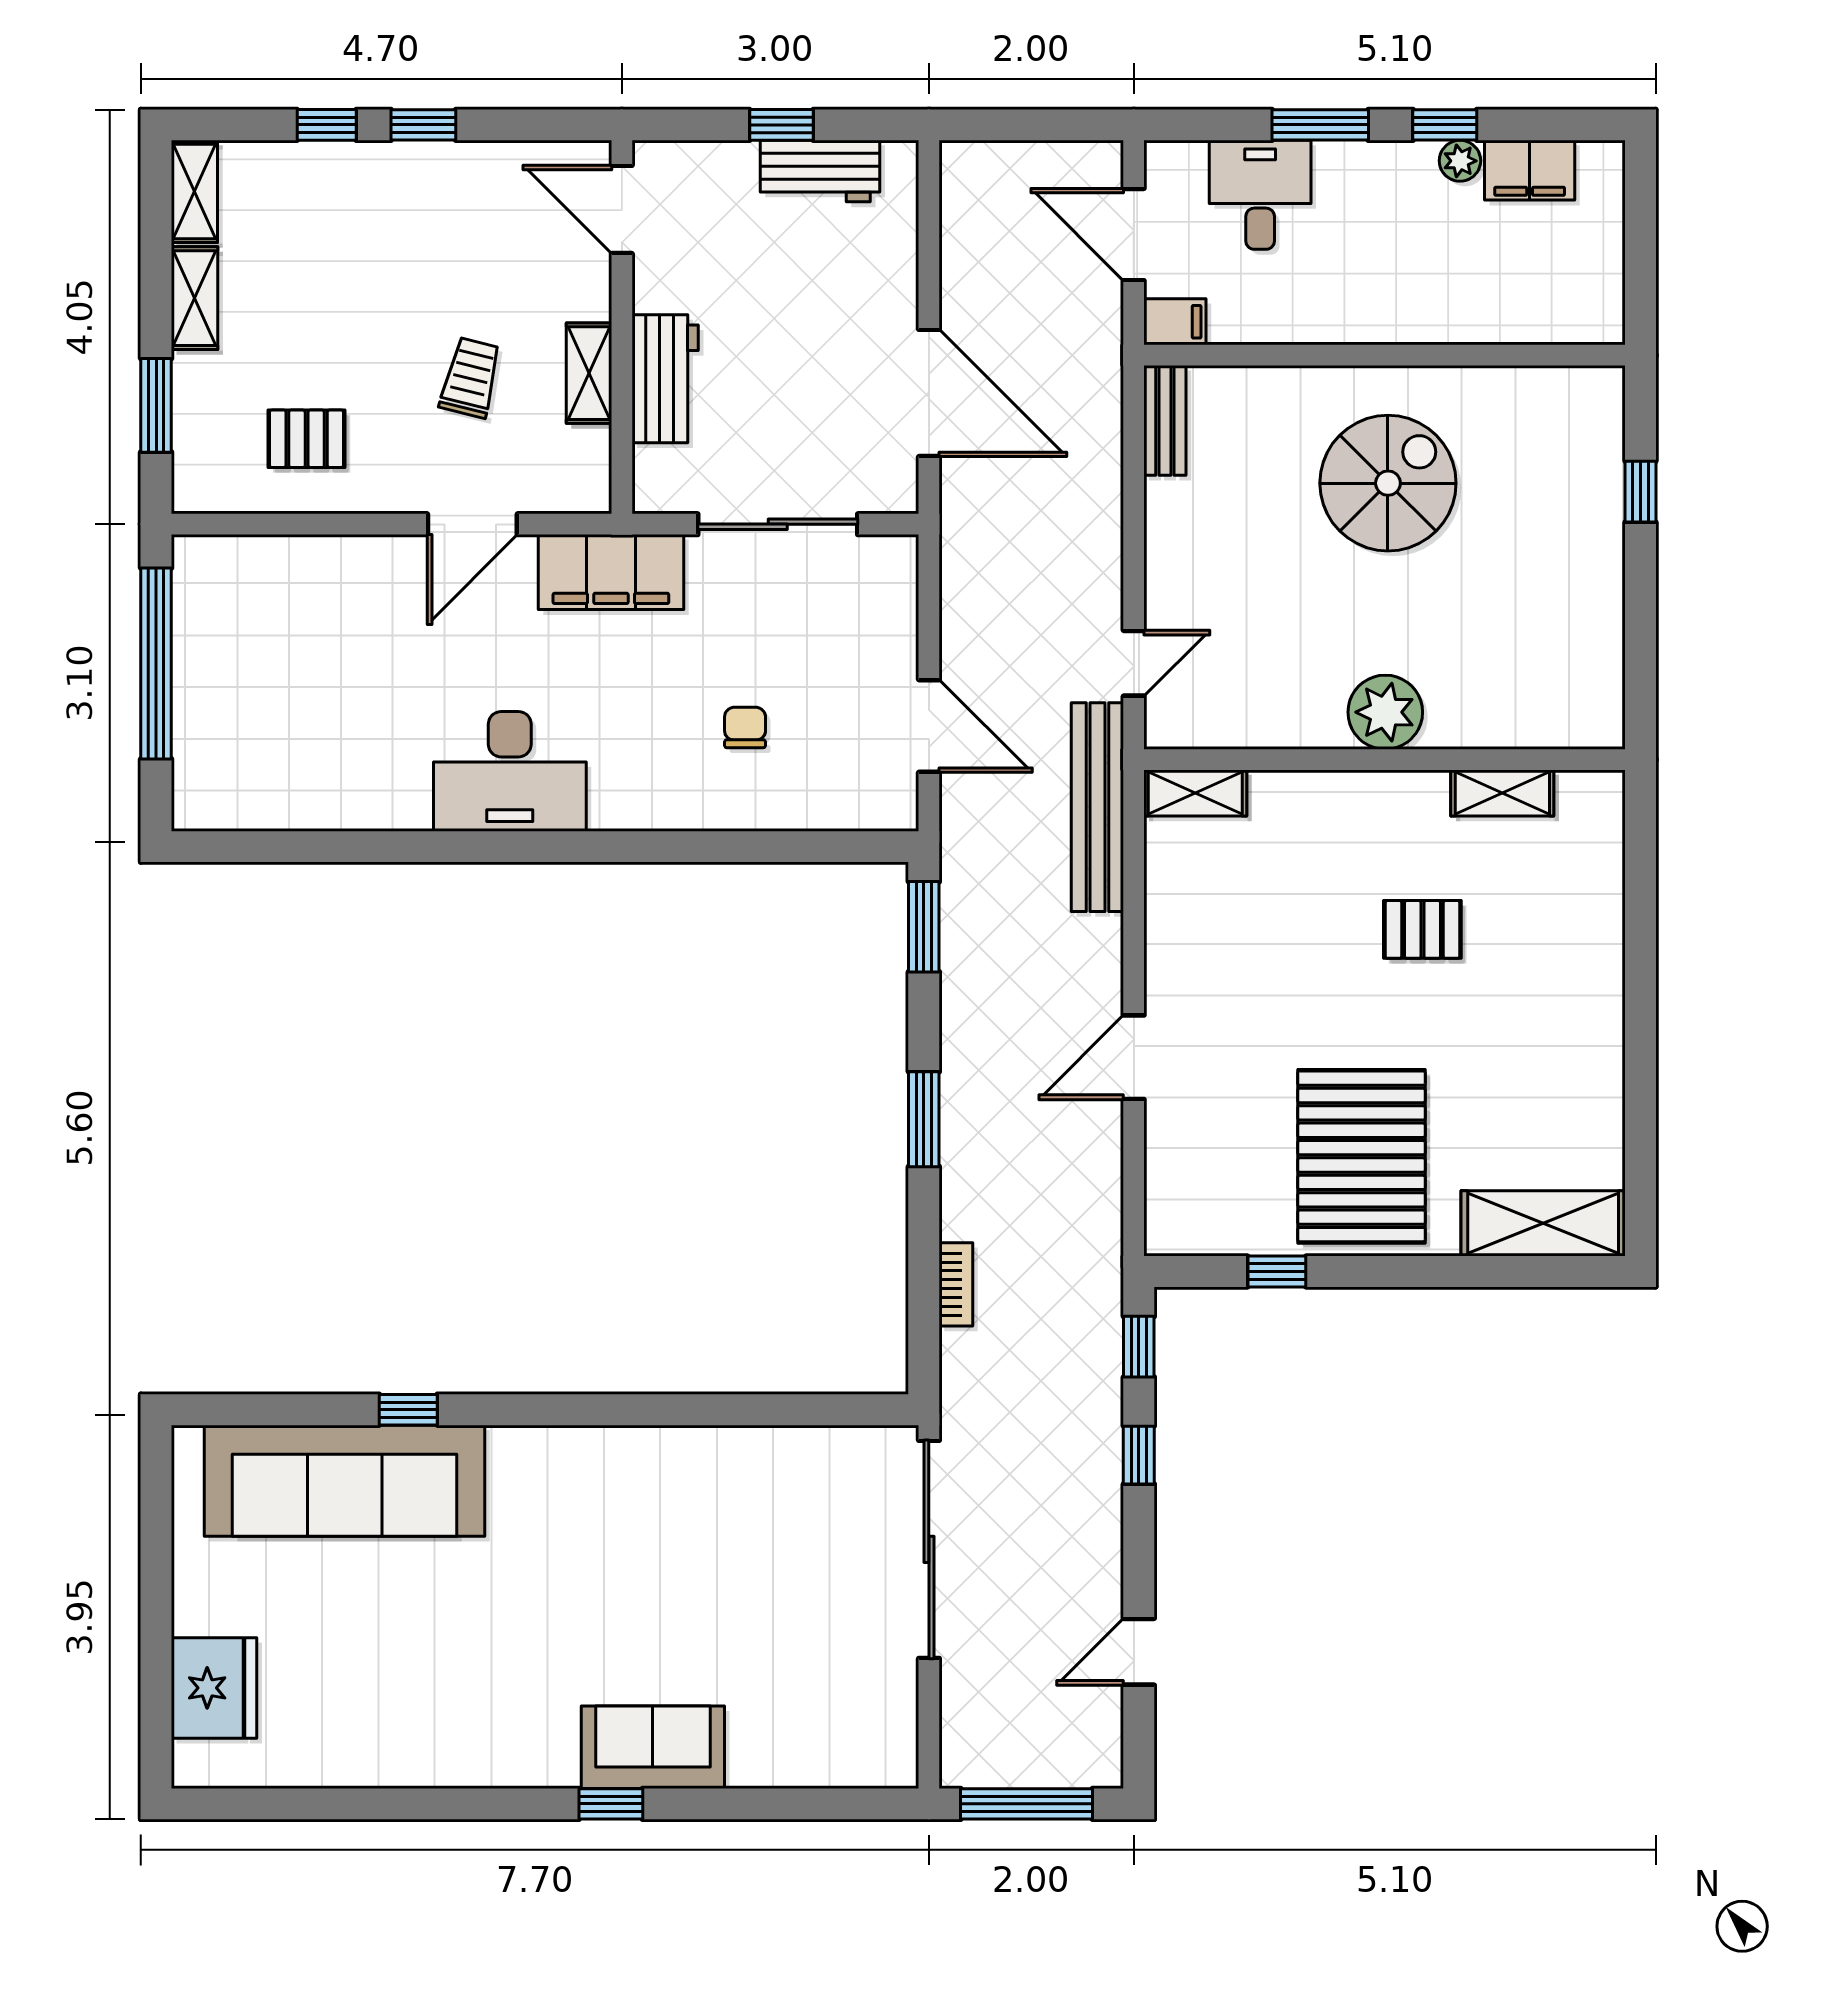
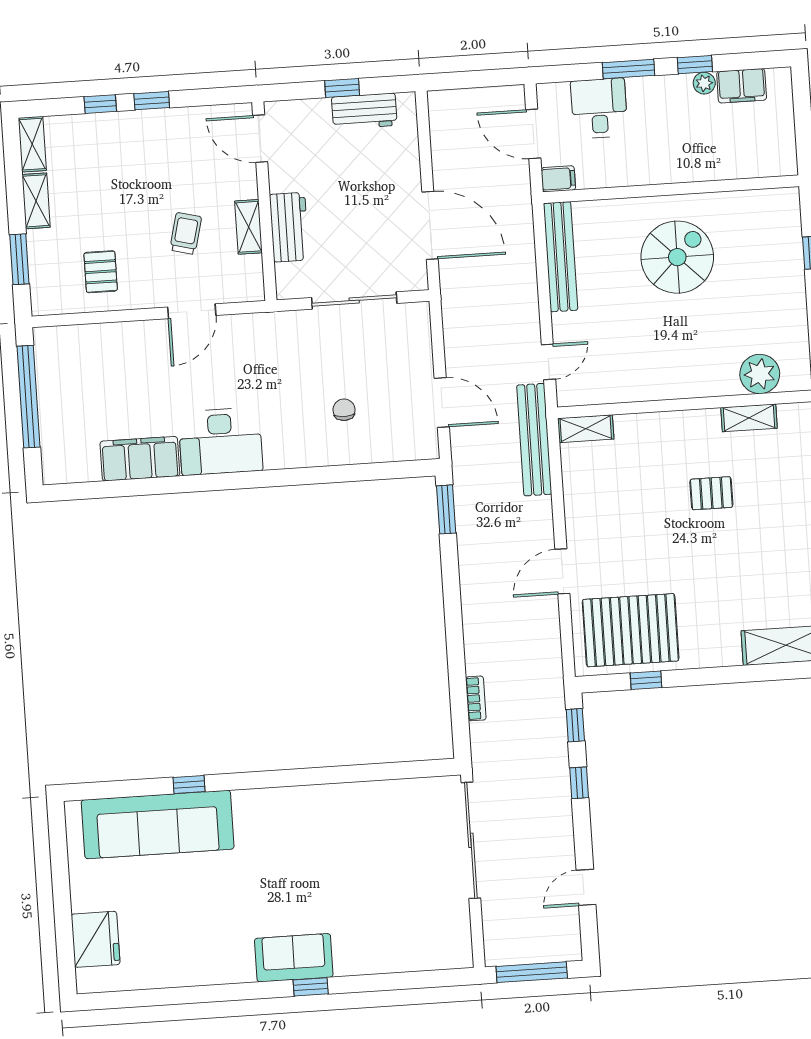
bench: (1165, 420) -> (561, 257), width x1.86, depth x1.21
pallet: (307, 439) -> (101, 272), turned 90
filing cabinet: (611, 572) -> (140, 459), moved, turned 180
plant: (1385, 712) -> (760, 374), moved
window: (924, 1119) -> (453, 612), removed
pallet: (1361, 1156) -> (631, 630), moved, turned 90
sofa: (653, 1747) -> (294, 958), moved

